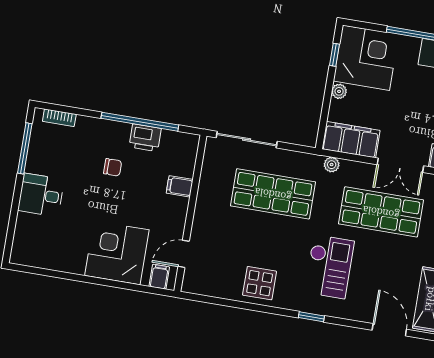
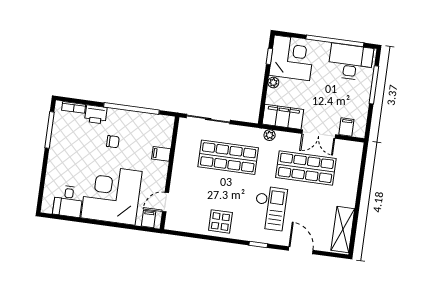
printer: (145, 138) -> (96, 114), moved
desk: (41, 195) -> (68, 201), moved, turned -90
corner desk: (117, 253) -> (111, 195), width x1.36, depth x1.36
door: (389, 330) -> (301, 250), moved

